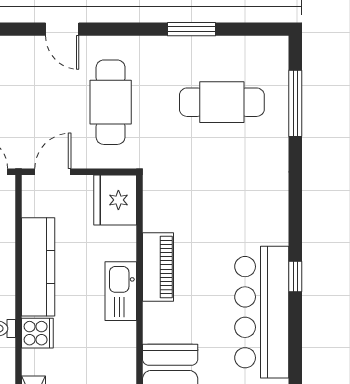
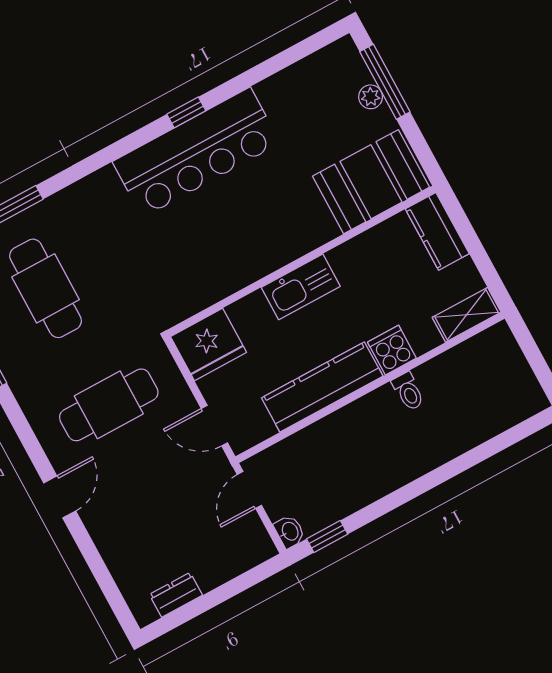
piano: (158, 267) -> (254, 262), removed
bar counter: (262, 312) -> (196, 152), moved

